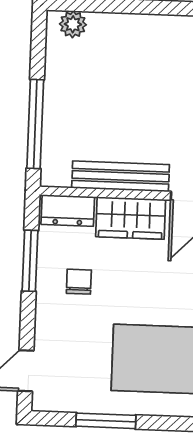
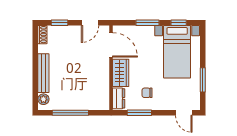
window: (35, 124) -> (70, 113), moved
bench: (121, 176) -> (43, 73), moved

